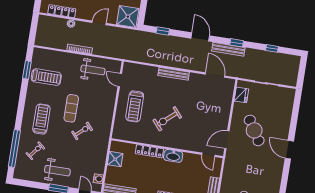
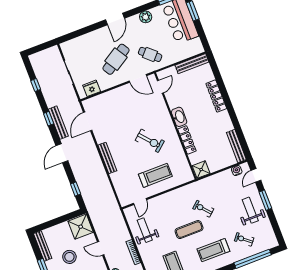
shower: (115, 159) -> (201, 170), moved
cafe table: (241, 162) -> (150, 54), added
plant: (276, 177) -> (146, 17), added

